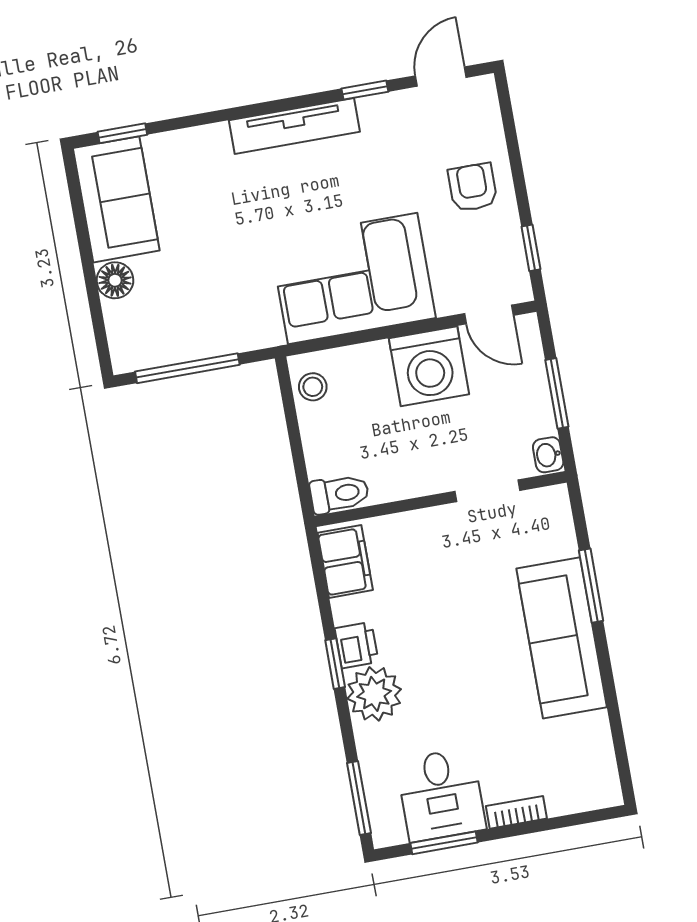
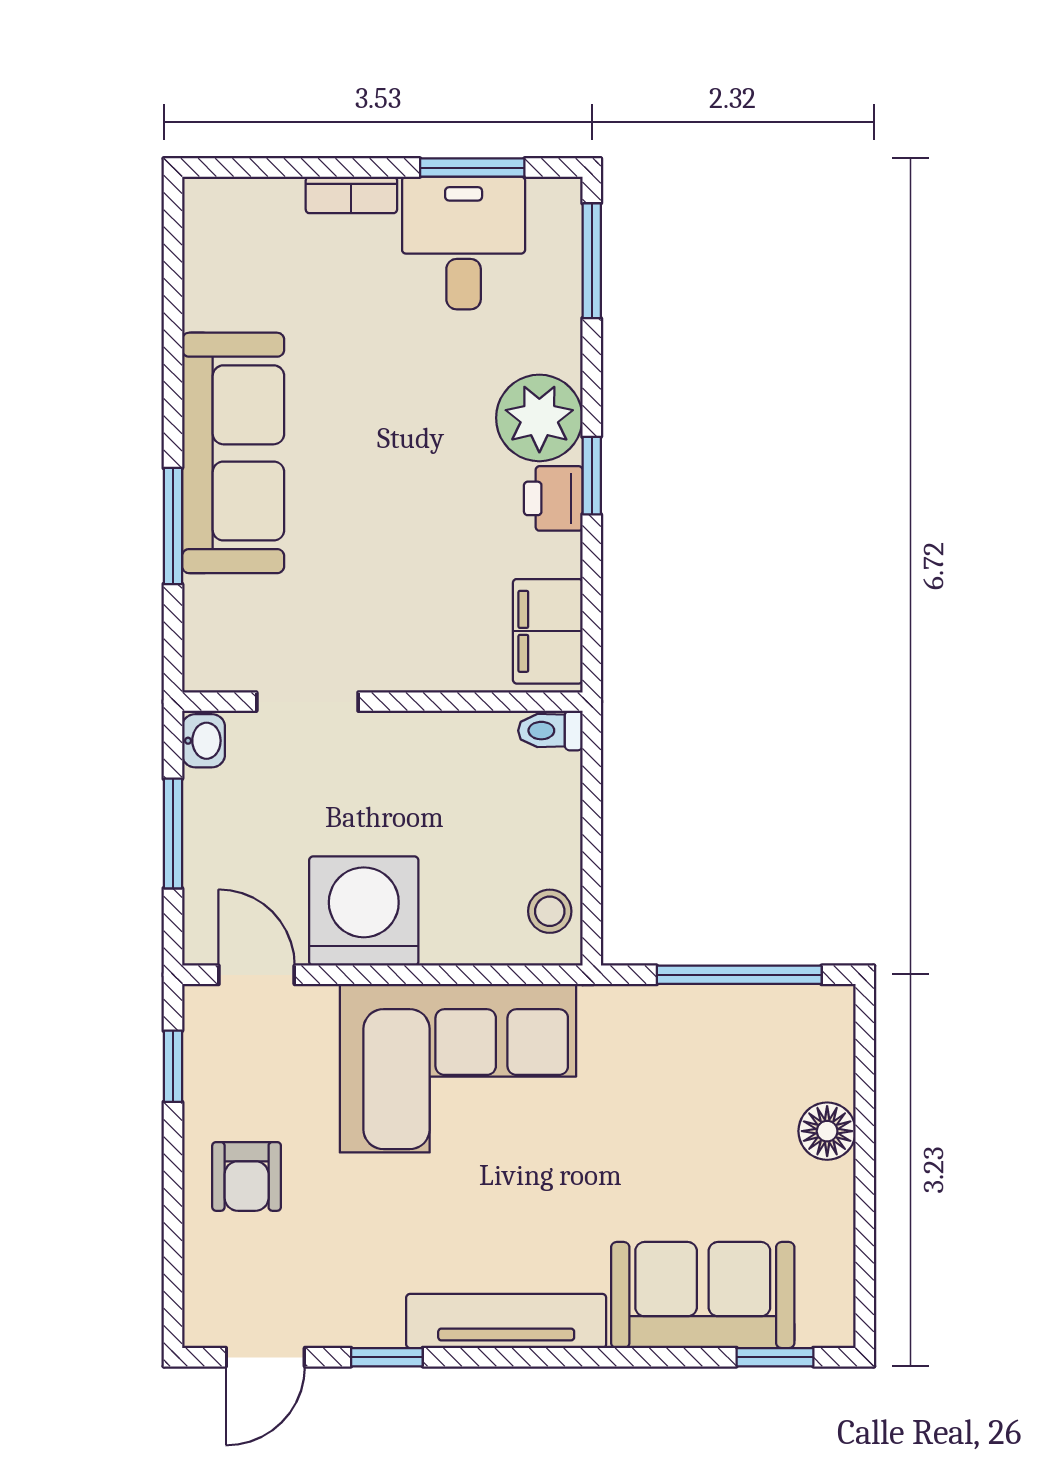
sofa: (116, 199) -> (703, 1295), moved, turned 90
toilet: (339, 494) -> (550, 731), width x0.73, depth x0.72

